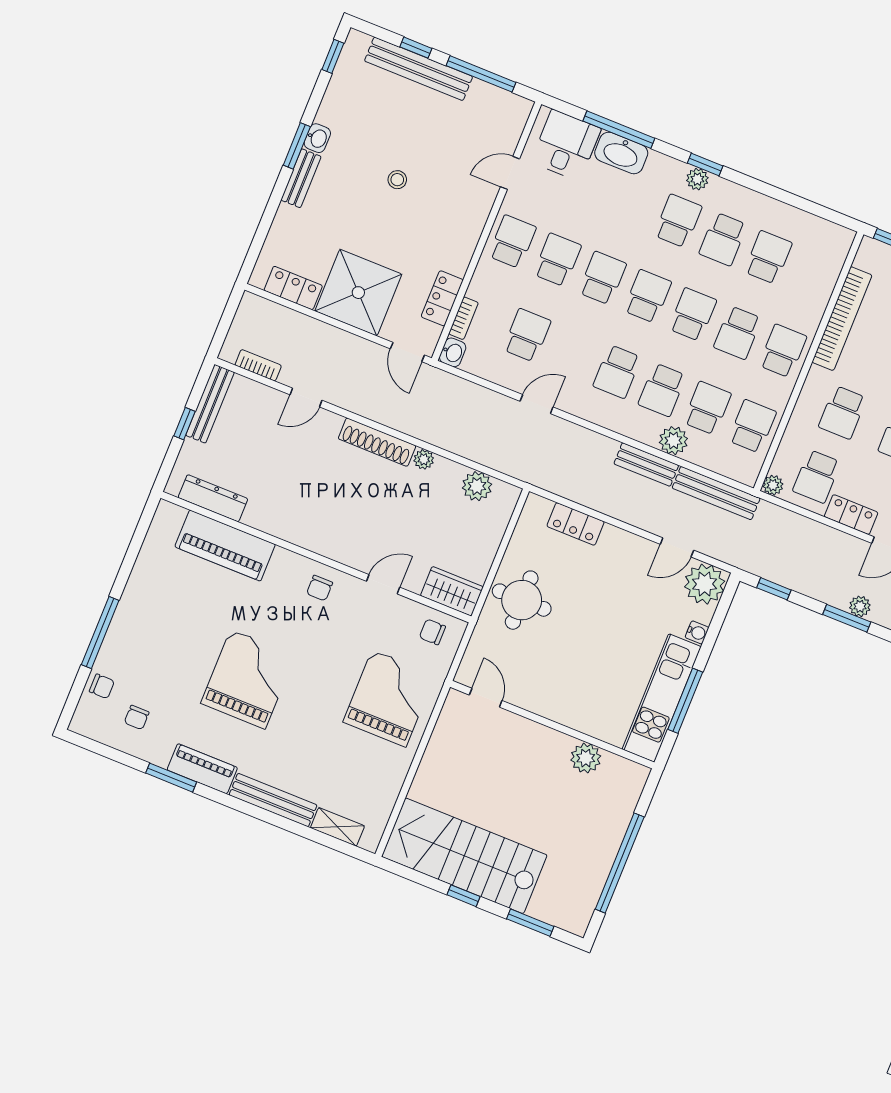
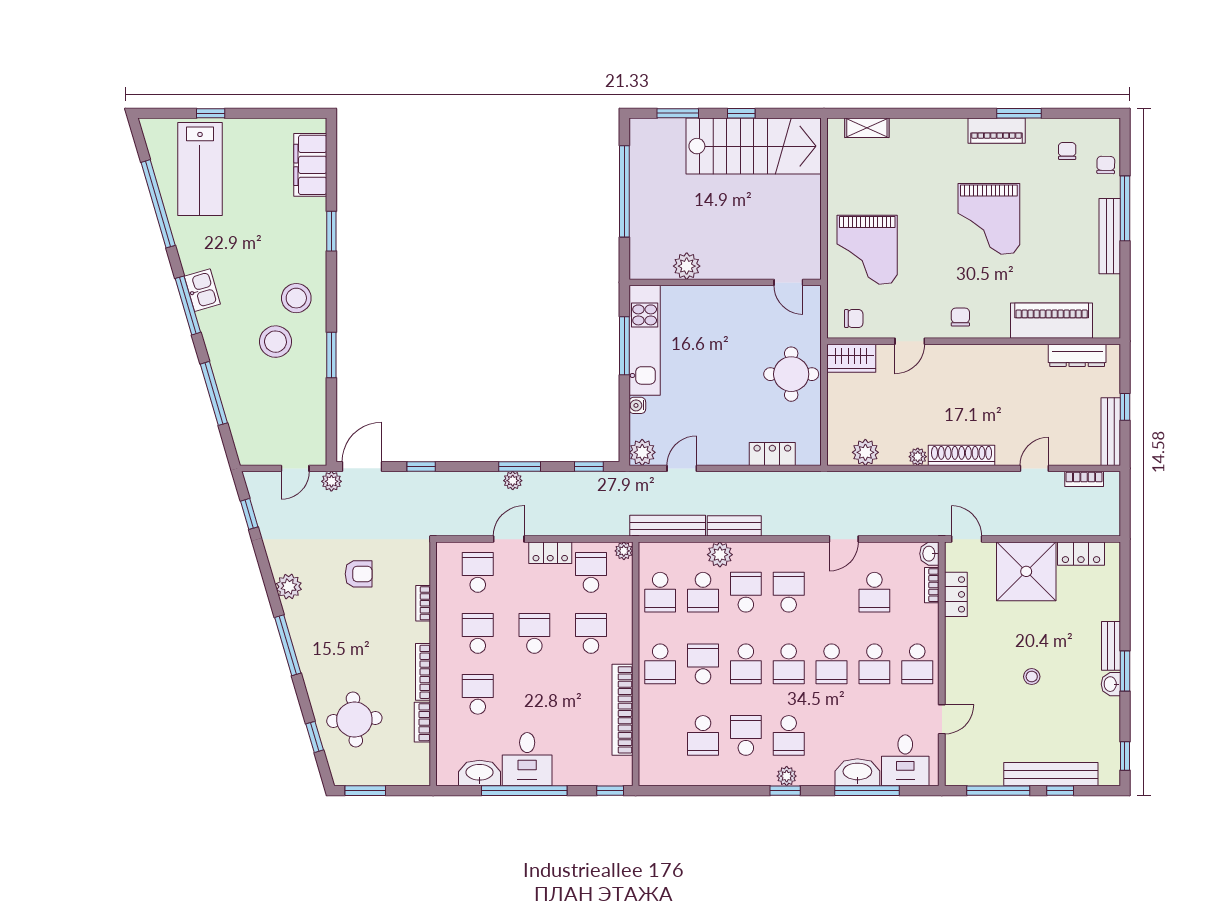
plant: (705, 584) -> (642, 452), width x0.73, depth x0.73
chair: (102, 686) -> (1106, 165), turned 91
bench: (273, 800) -> (1110, 236), moved, turned 90

